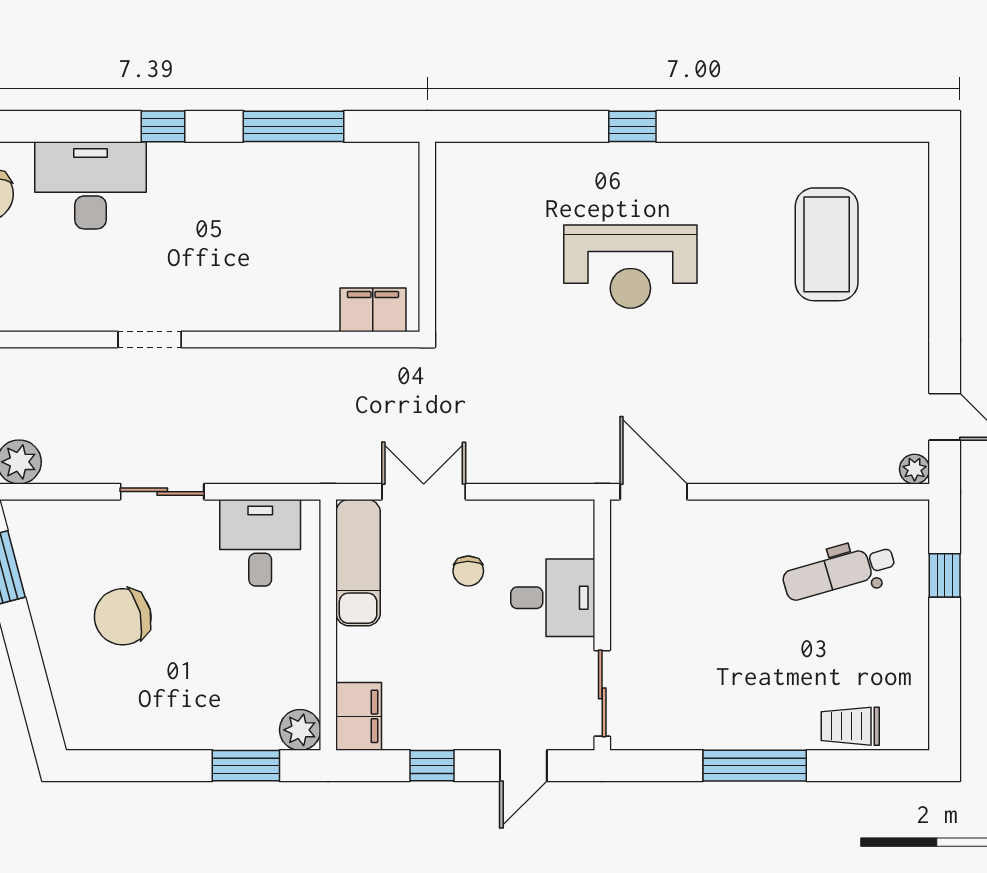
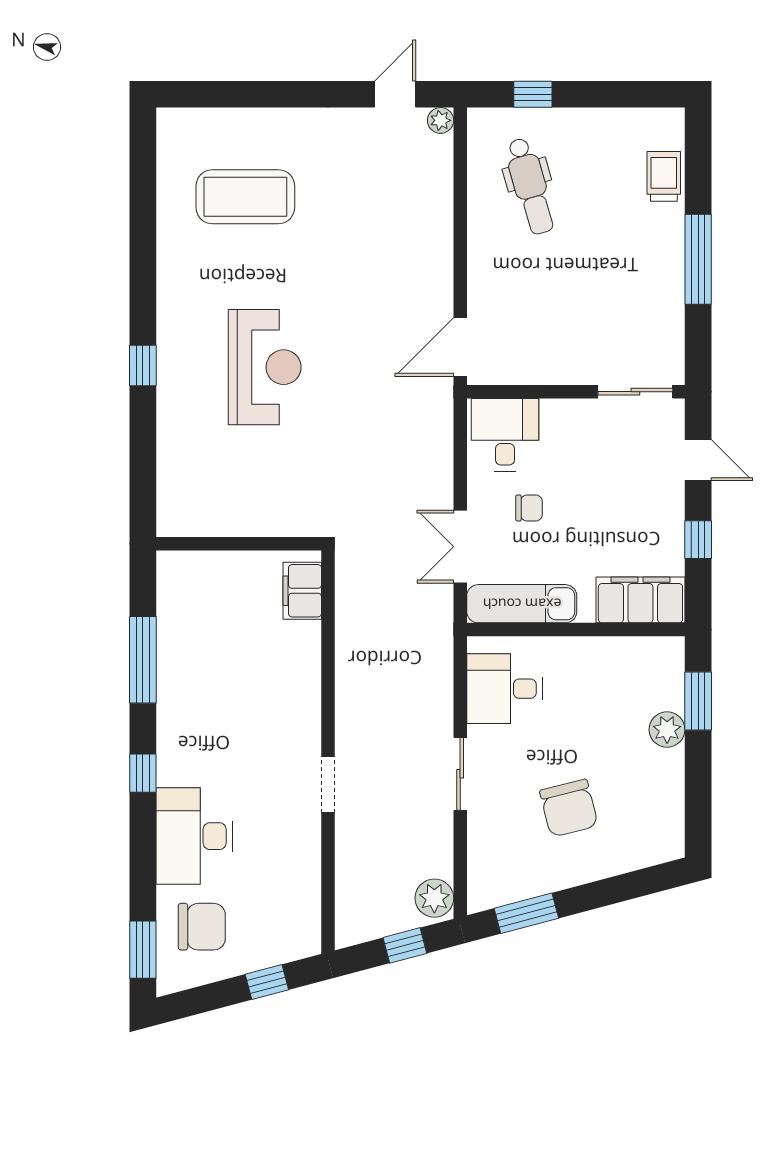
desk: (553, 598) -> (505, 435), moved
filing cabinet: (359, 716) -> (640, 600), width x1.50, depth x1.17
trolley: (850, 726) -> (664, 176), turned 180
plant: (300, 730) -> (667, 730), moved

